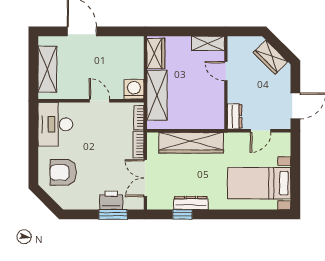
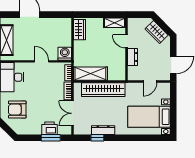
shelving: (157, 95) -> (90, 74), moved, turned 90
dresser: (235, 116) -> (132, 57), moved

